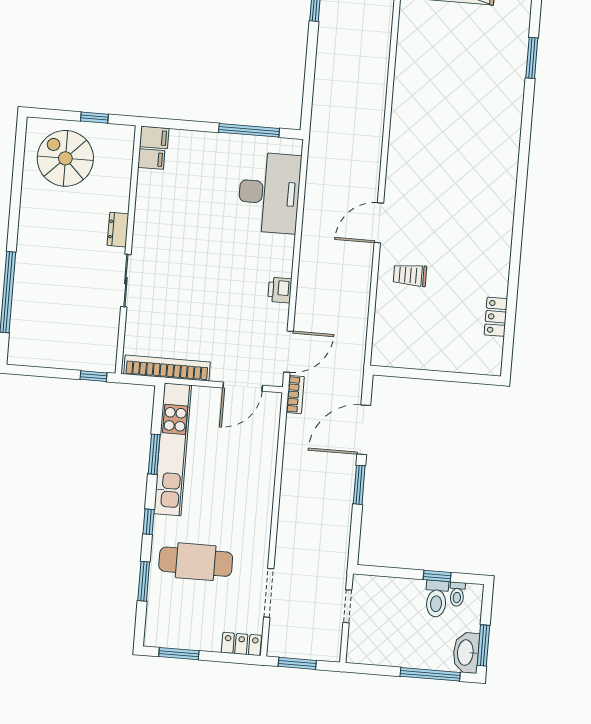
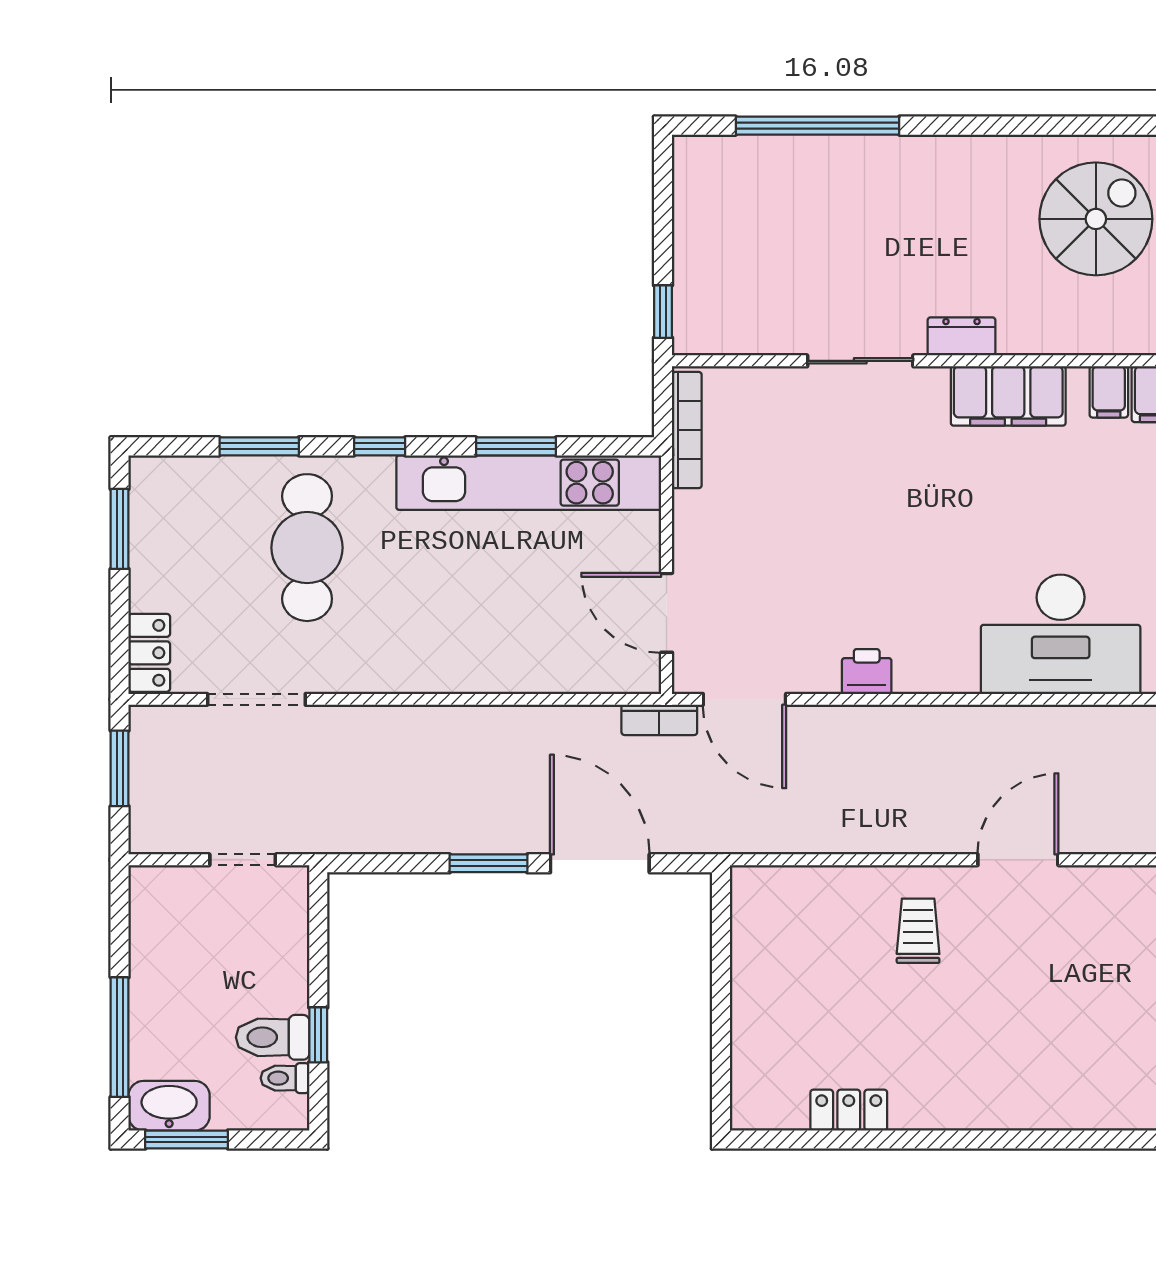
filing cabinet: (149, 209) -> (1008, 396), added
door: (379, 223) -> (1018, 860), hinge flipped
bookcase: (167, 368) -> (687, 430), width x0.68, depth x0.76

